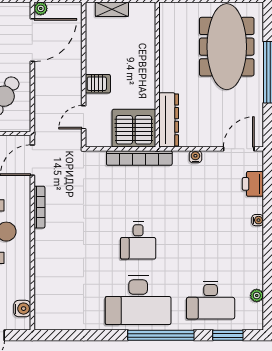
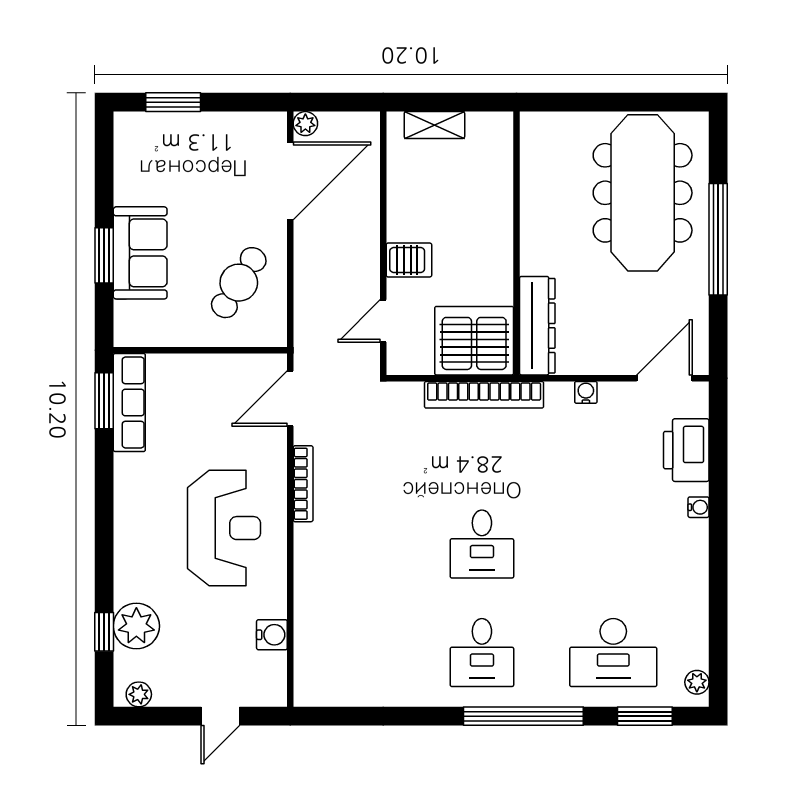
printer: (253, 184) -> (686, 450), width x1.37, depth x1.19
plant: (257, 296) -> (697, 682), moved
desk: (138, 300) -> (482, 653), width x0.53, depth x0.77
water cooler: (22, 309) -> (272, 635), moved

